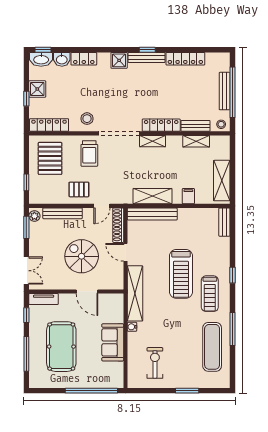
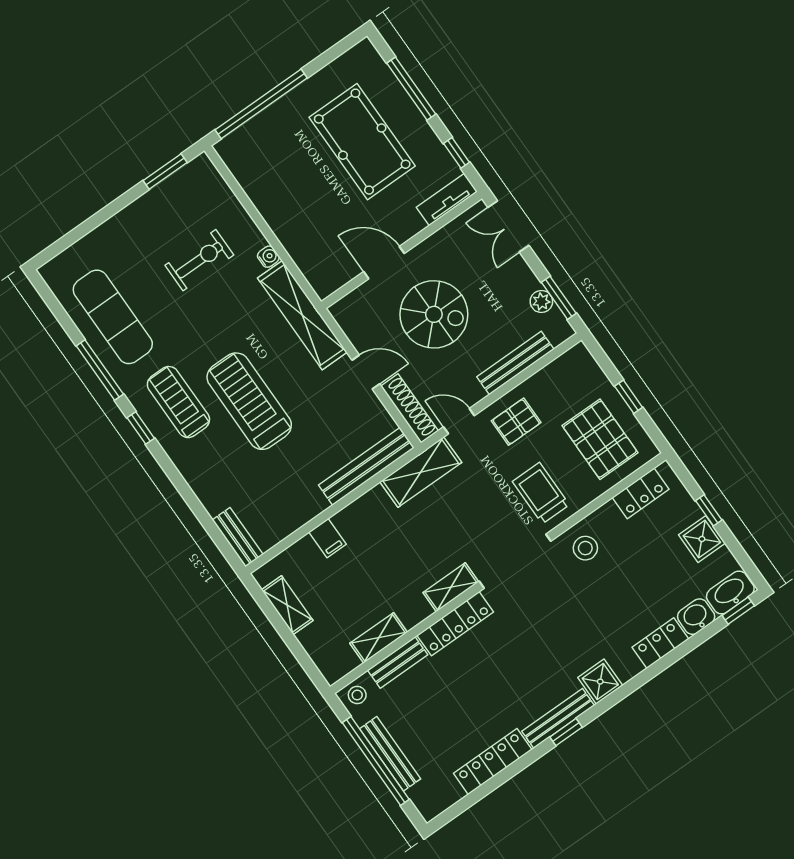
locker: (49, 125) -> (641, 493), width x0.66
shelving: (222, 181) -> (287, 605), width x0.67, depth x0.75
window: (26, 182) -> (629, 397), moved
shelving: (153, 196) -> (421, 472), moved
door: (102, 206) -> (459, 421), hinge flipped
plant: (34, 216) -> (541, 301), moved
window: (232, 275) -> (141, 428), moved
sofa: (113, 342) -> (282, 208), removed
exercise bike: (155, 363) -> (199, 260), moved, turned -90
window: (187, 391) -> (165, 172), moved

